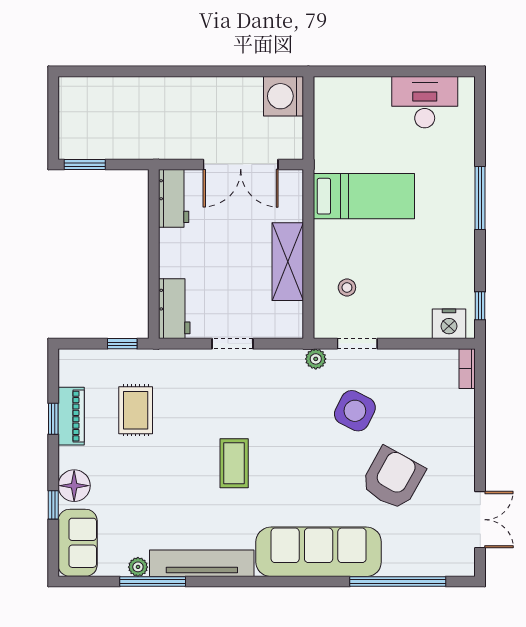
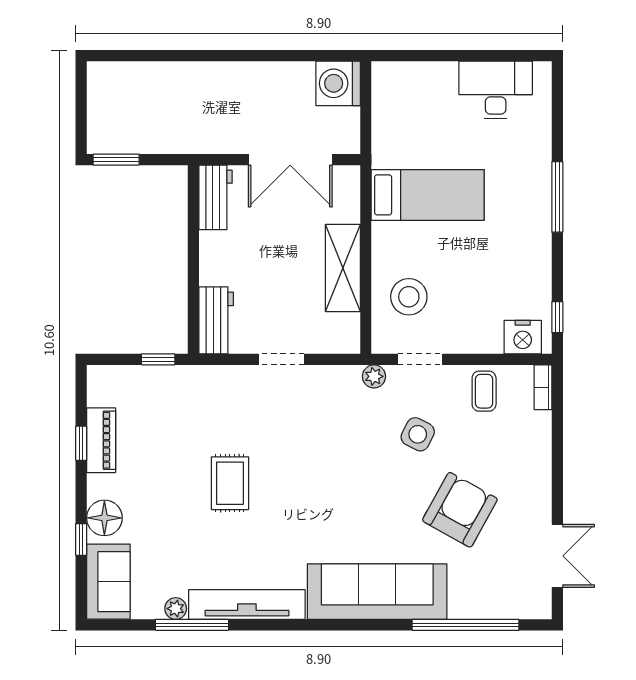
stool: (347, 287) -> (409, 297), width x1.89, depth x1.89
rug: (136, 410) -> (230, 483), moved
side table: (355, 411) -> (418, 434), width x0.73, depth x0.73
coffee table: (234, 463) -> (484, 391), moved, width x0.73, depth x0.77

